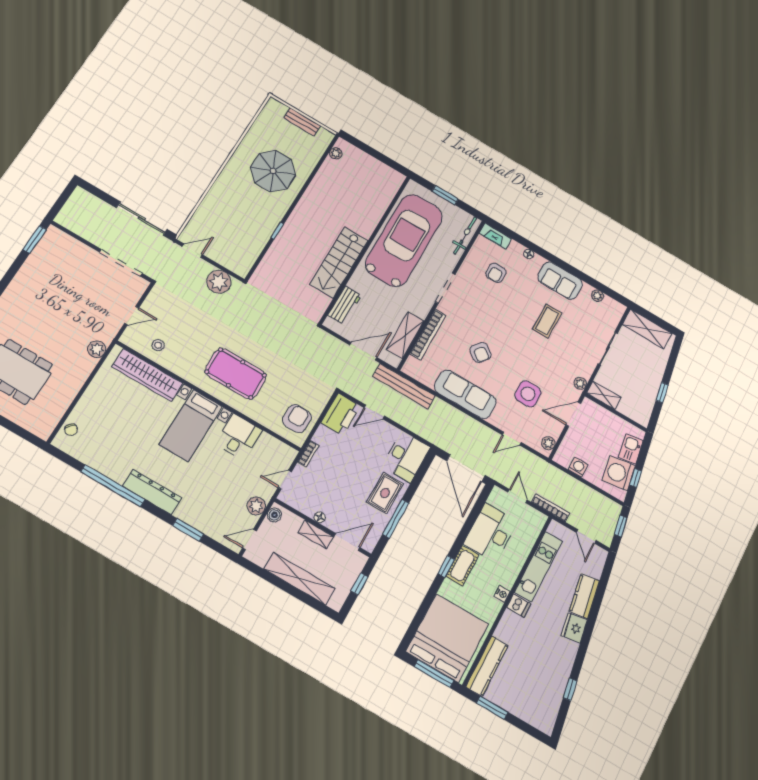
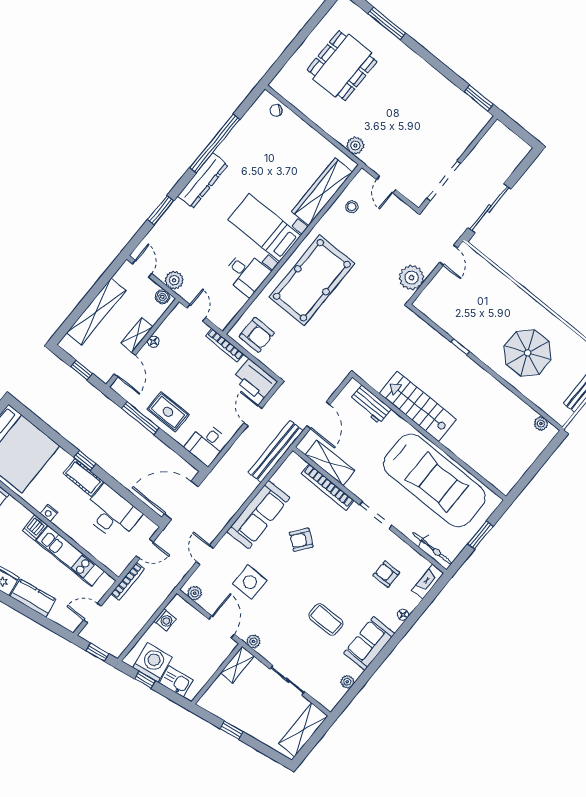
pool table: (236, 374) -> (312, 280), width x1.36, depth x1.32
bookcase: (308, 454) -> (225, 345), width x1.56
desk: (406, 457) -> (207, 444), width x0.73

